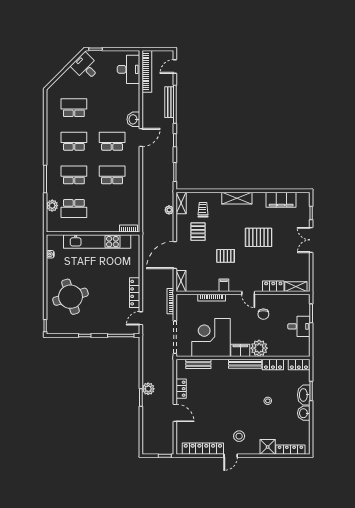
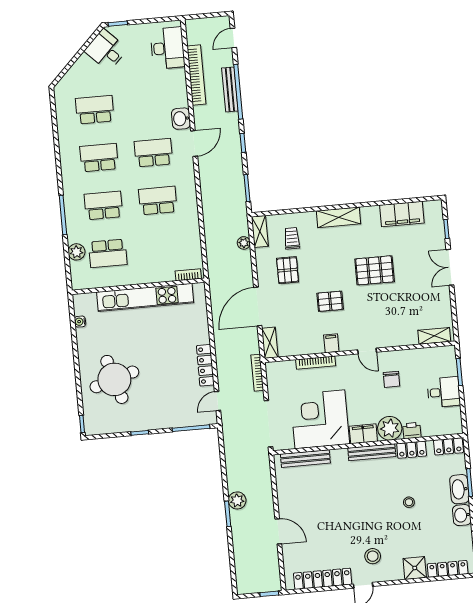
bookcase: (147, 71) -> (196, 75), moved
locker: (273, 286) -> (402, 338), removed
printer: (274, 351) -> (412, 431), added
bench: (198, 364) -> (305, 459), width x1.36
locker: (181, 389) -> (284, 496), removed

